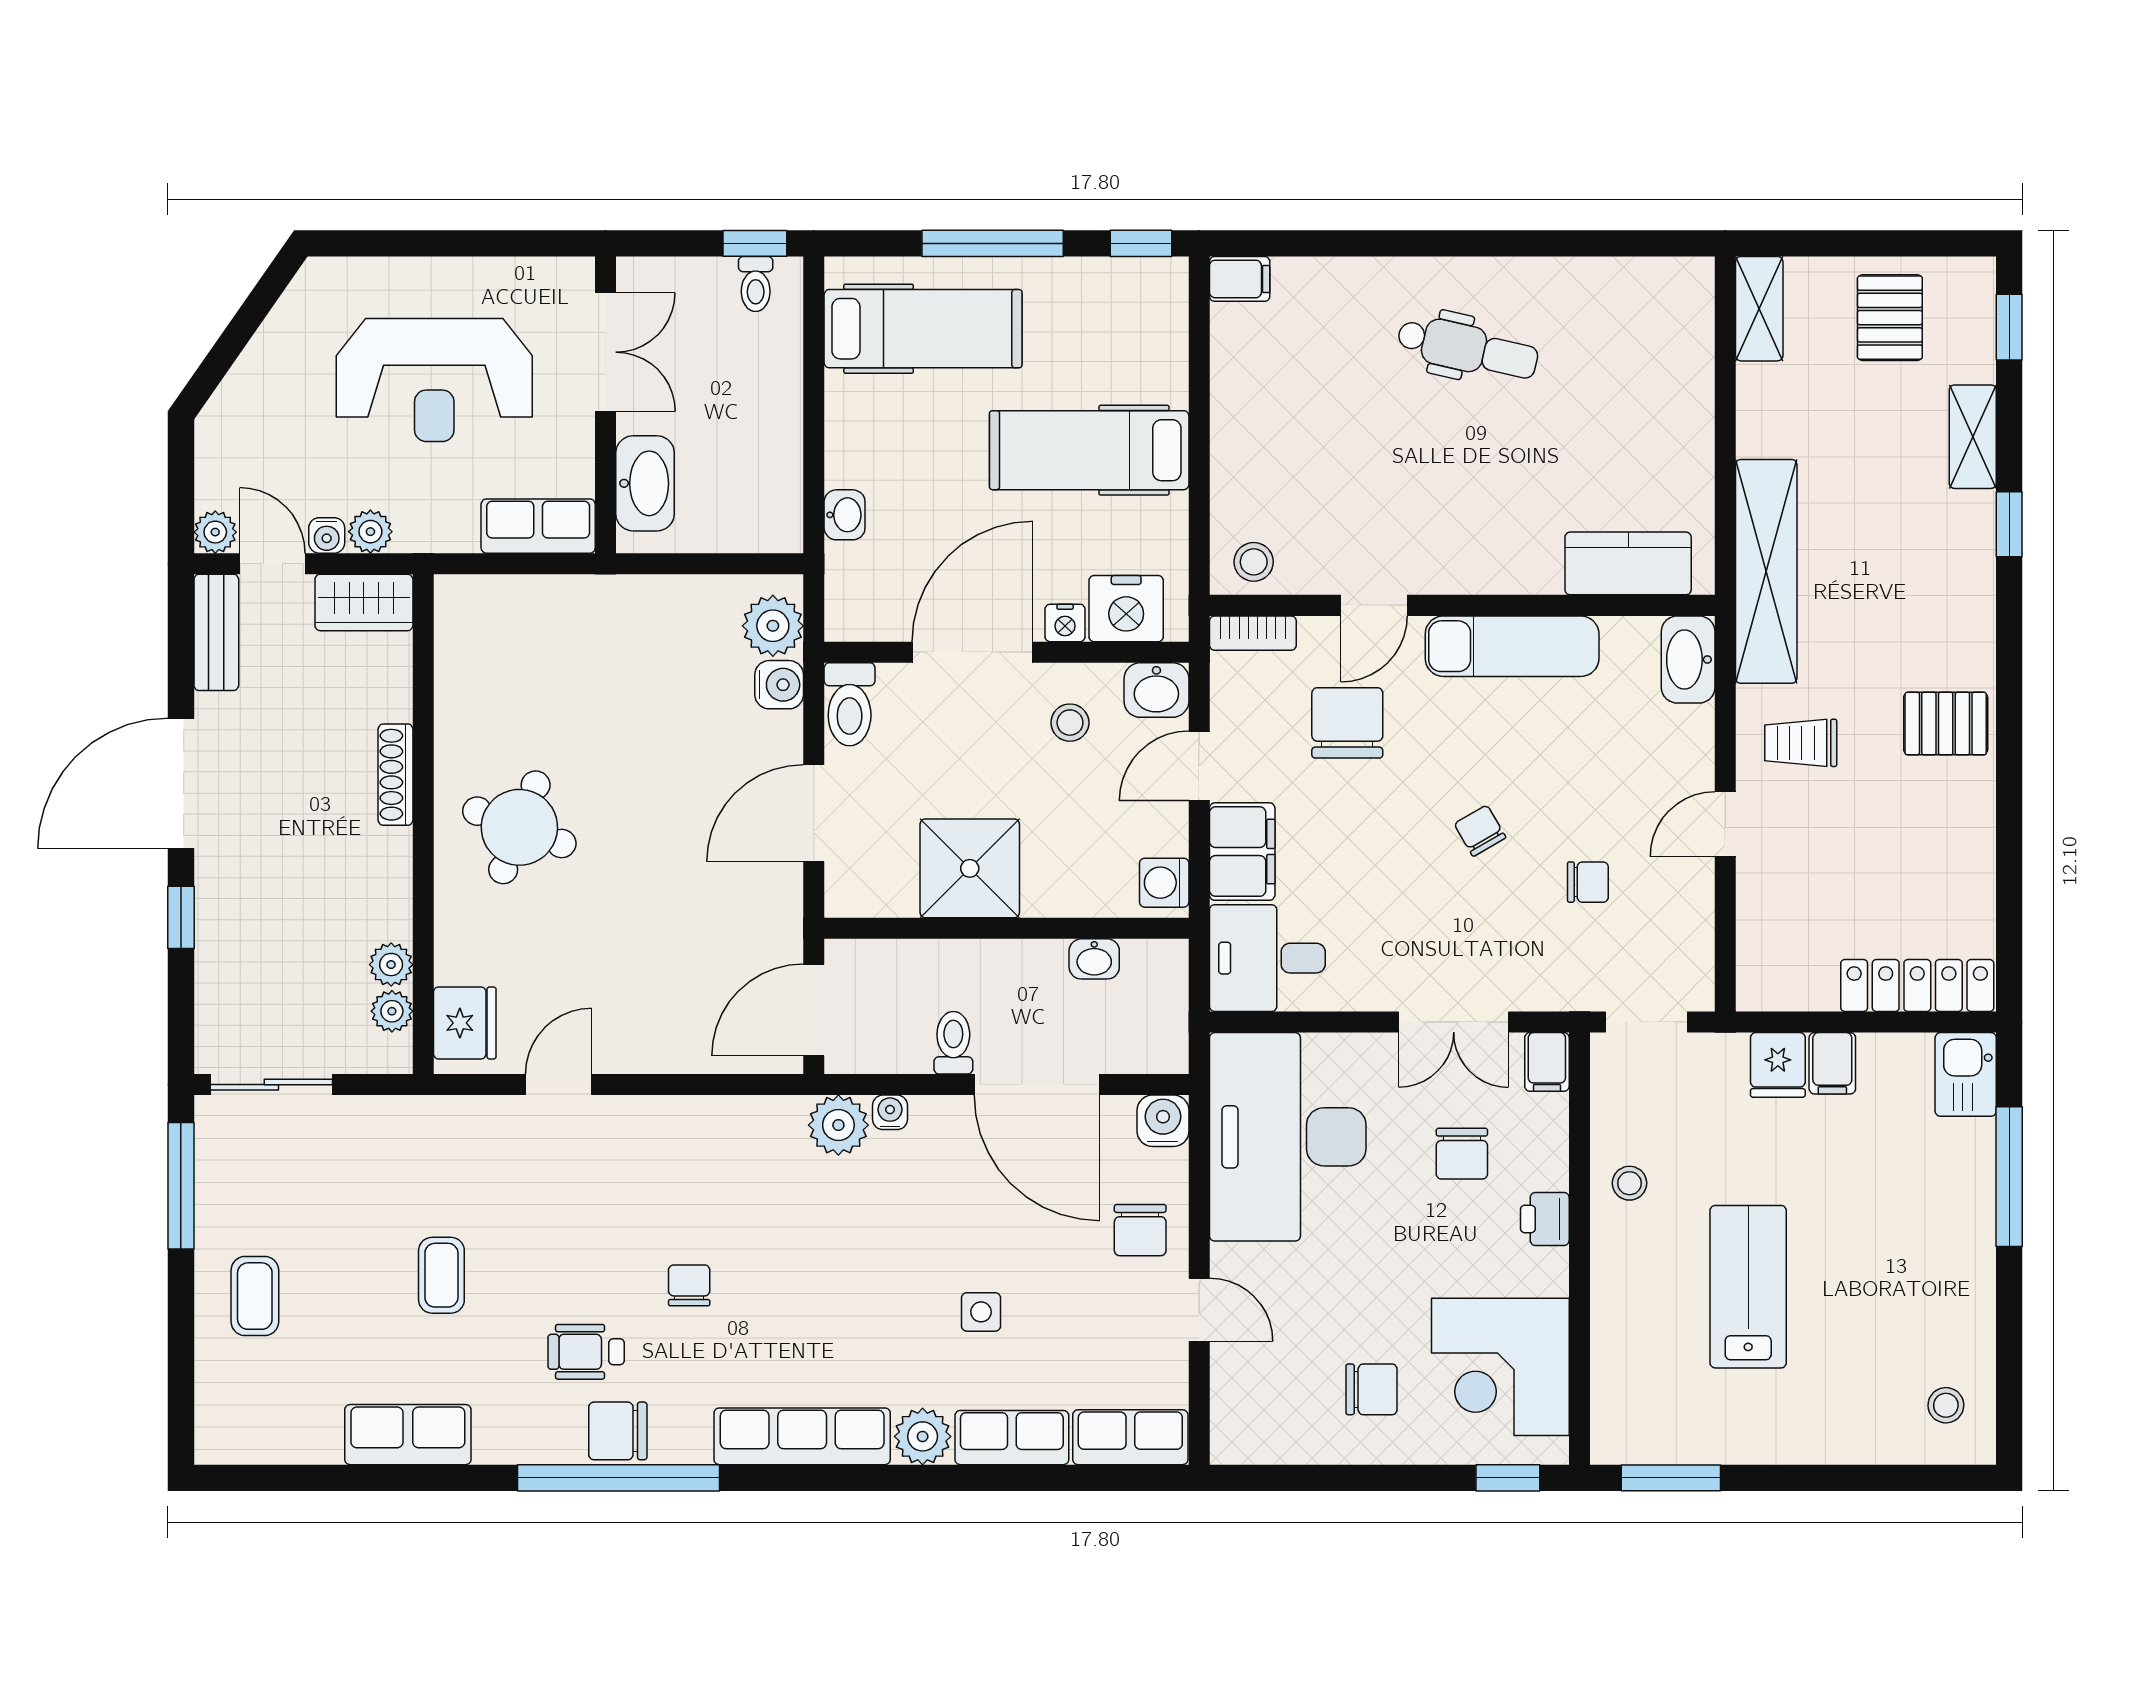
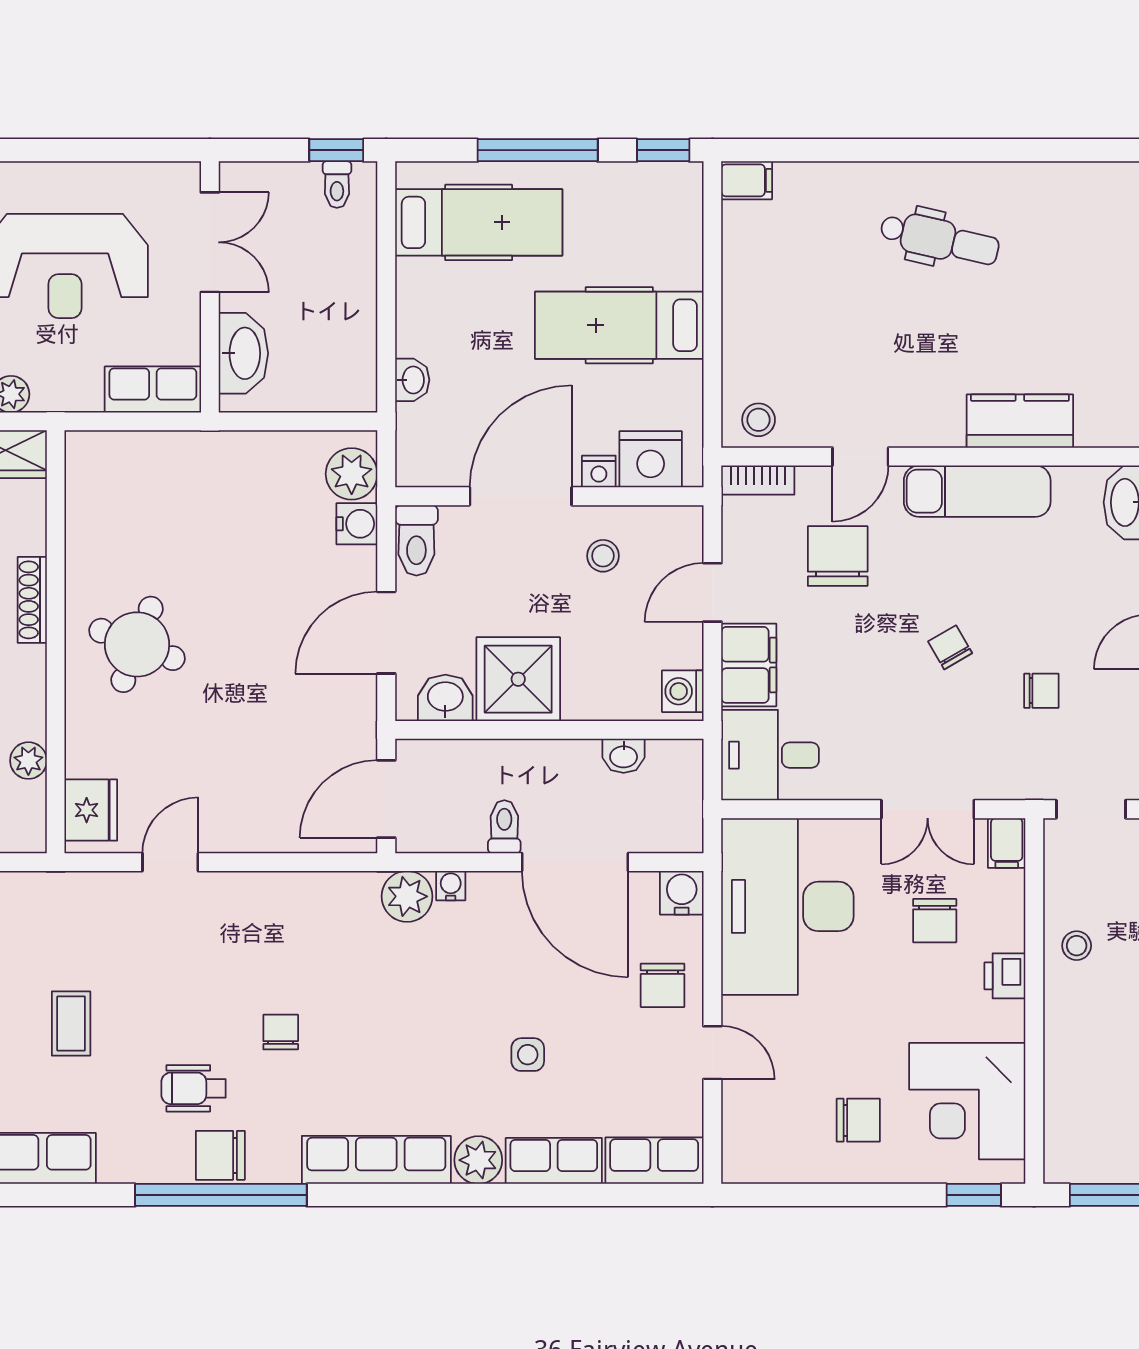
kitchen counter: (1628, 563) -> (1020, 421), moved
washbasin: (1156, 690) -> (445, 698), moved, turned 180
plant: (392, 1011) -> (29, 800), removed

